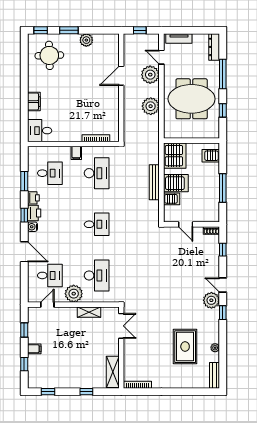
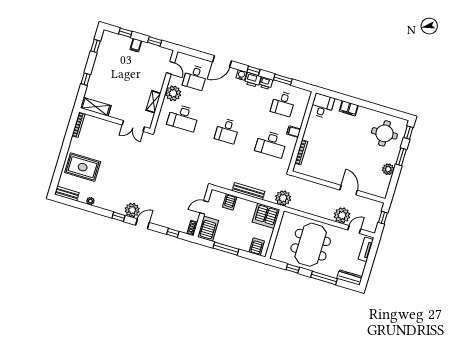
plant: (151, 106) -> (283, 198), moved
server rack: (176, 183) -> (208, 229), moved, turned 180
rug: (185, 347) -> (83, 167), moved

